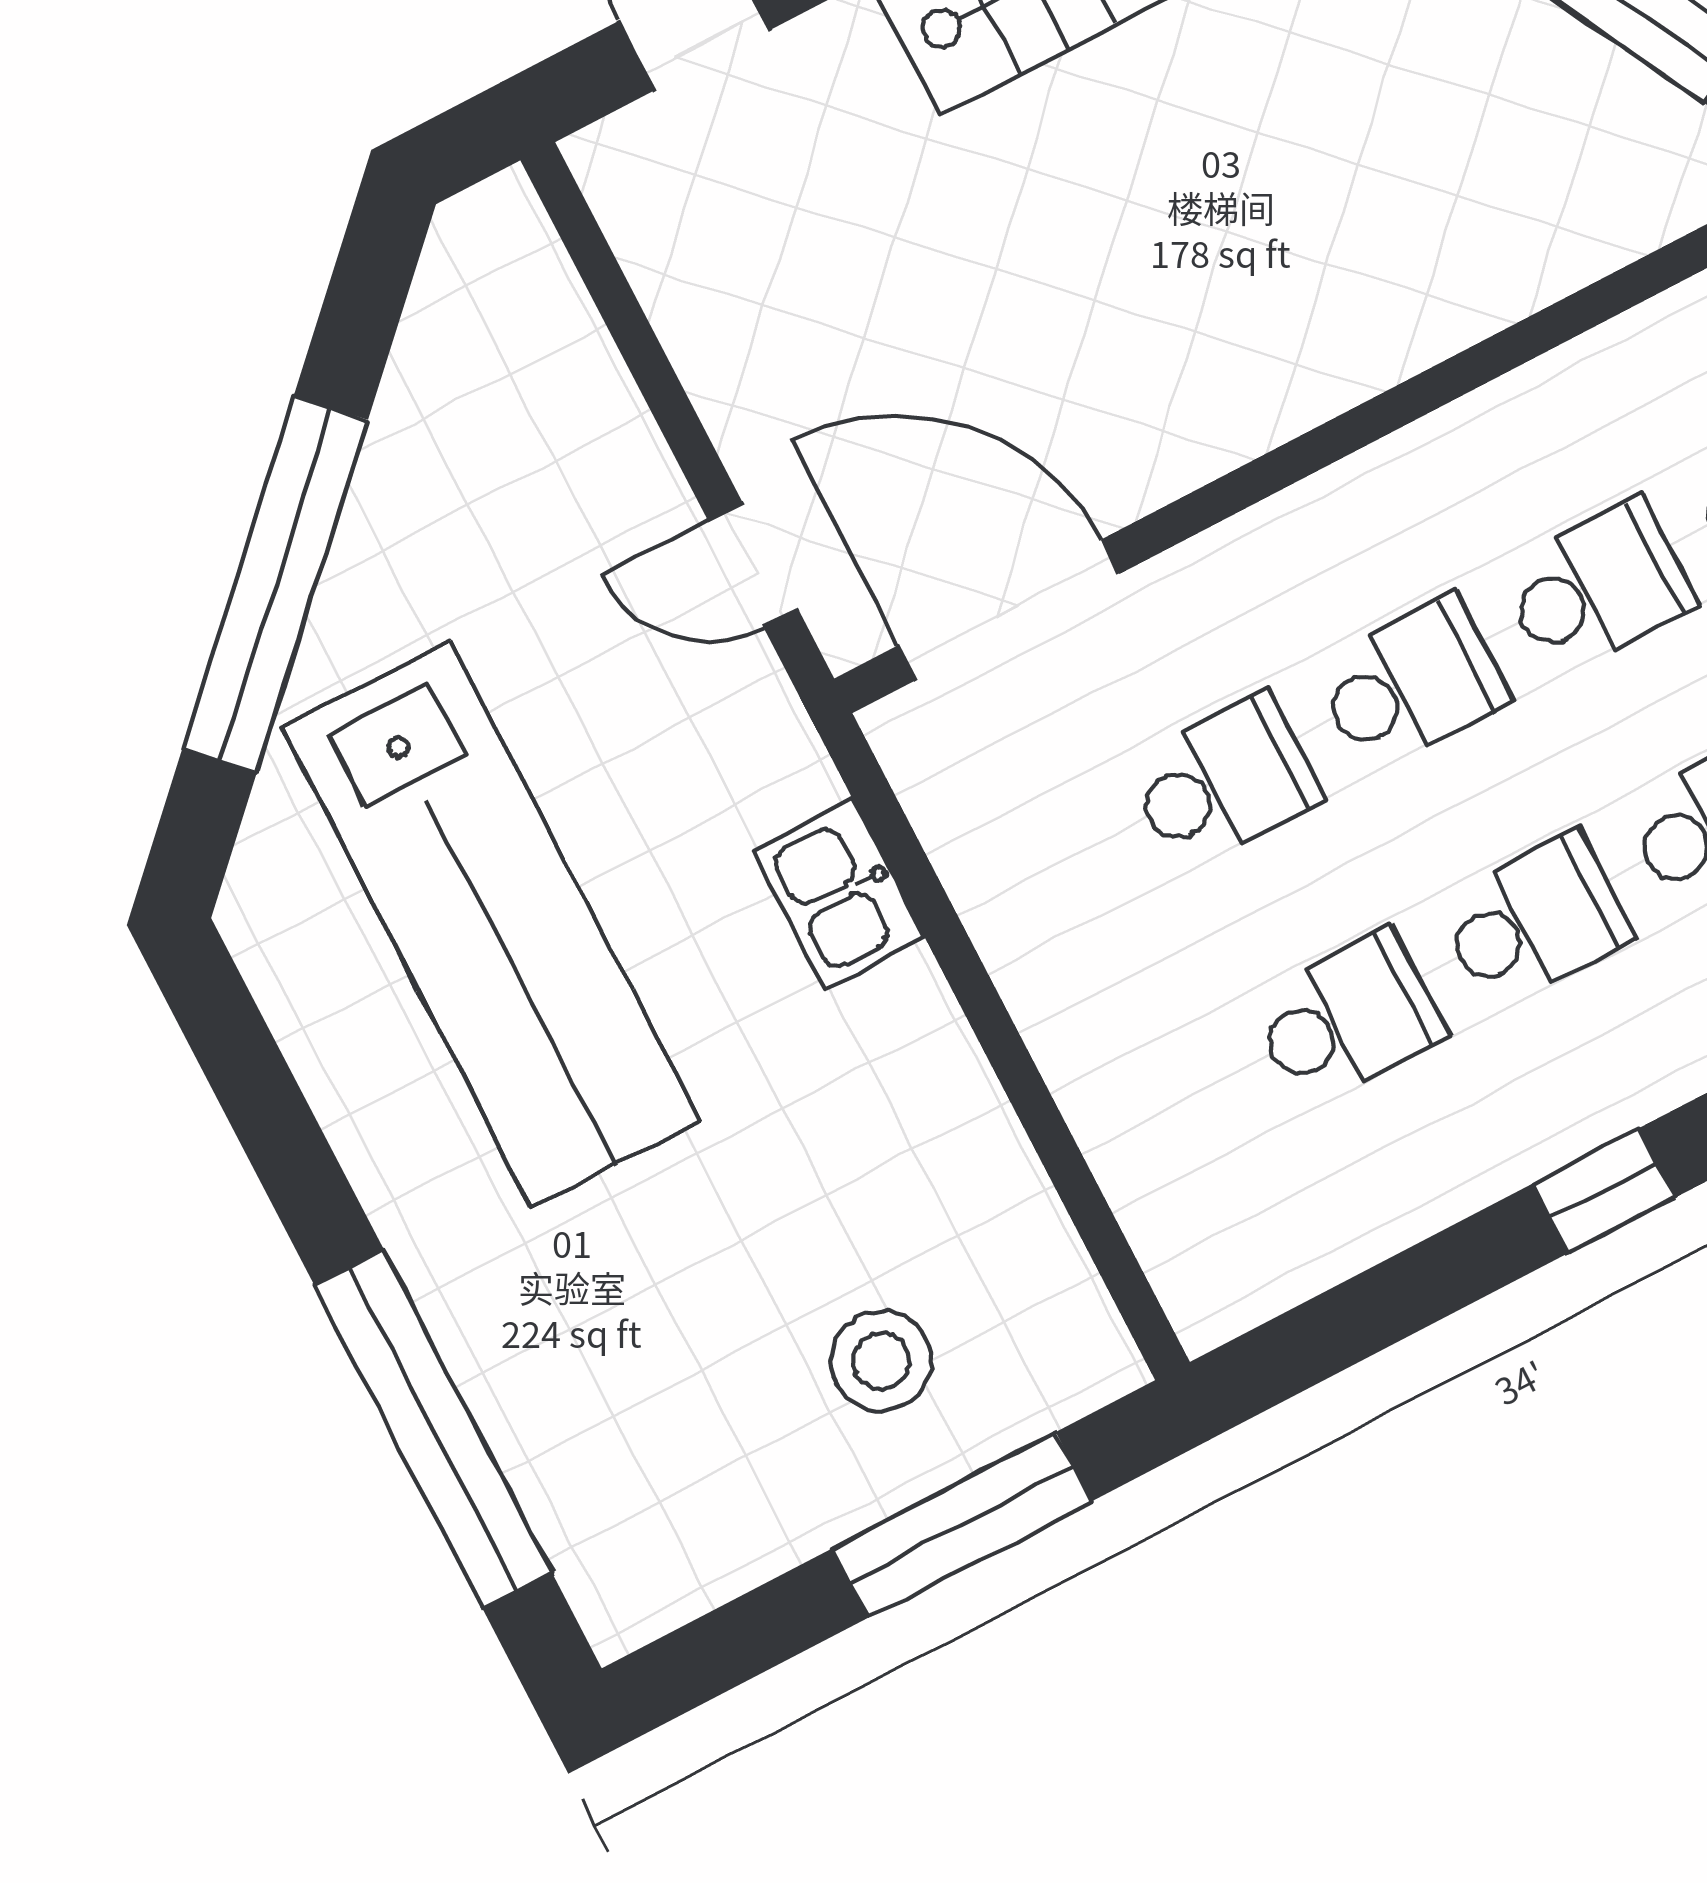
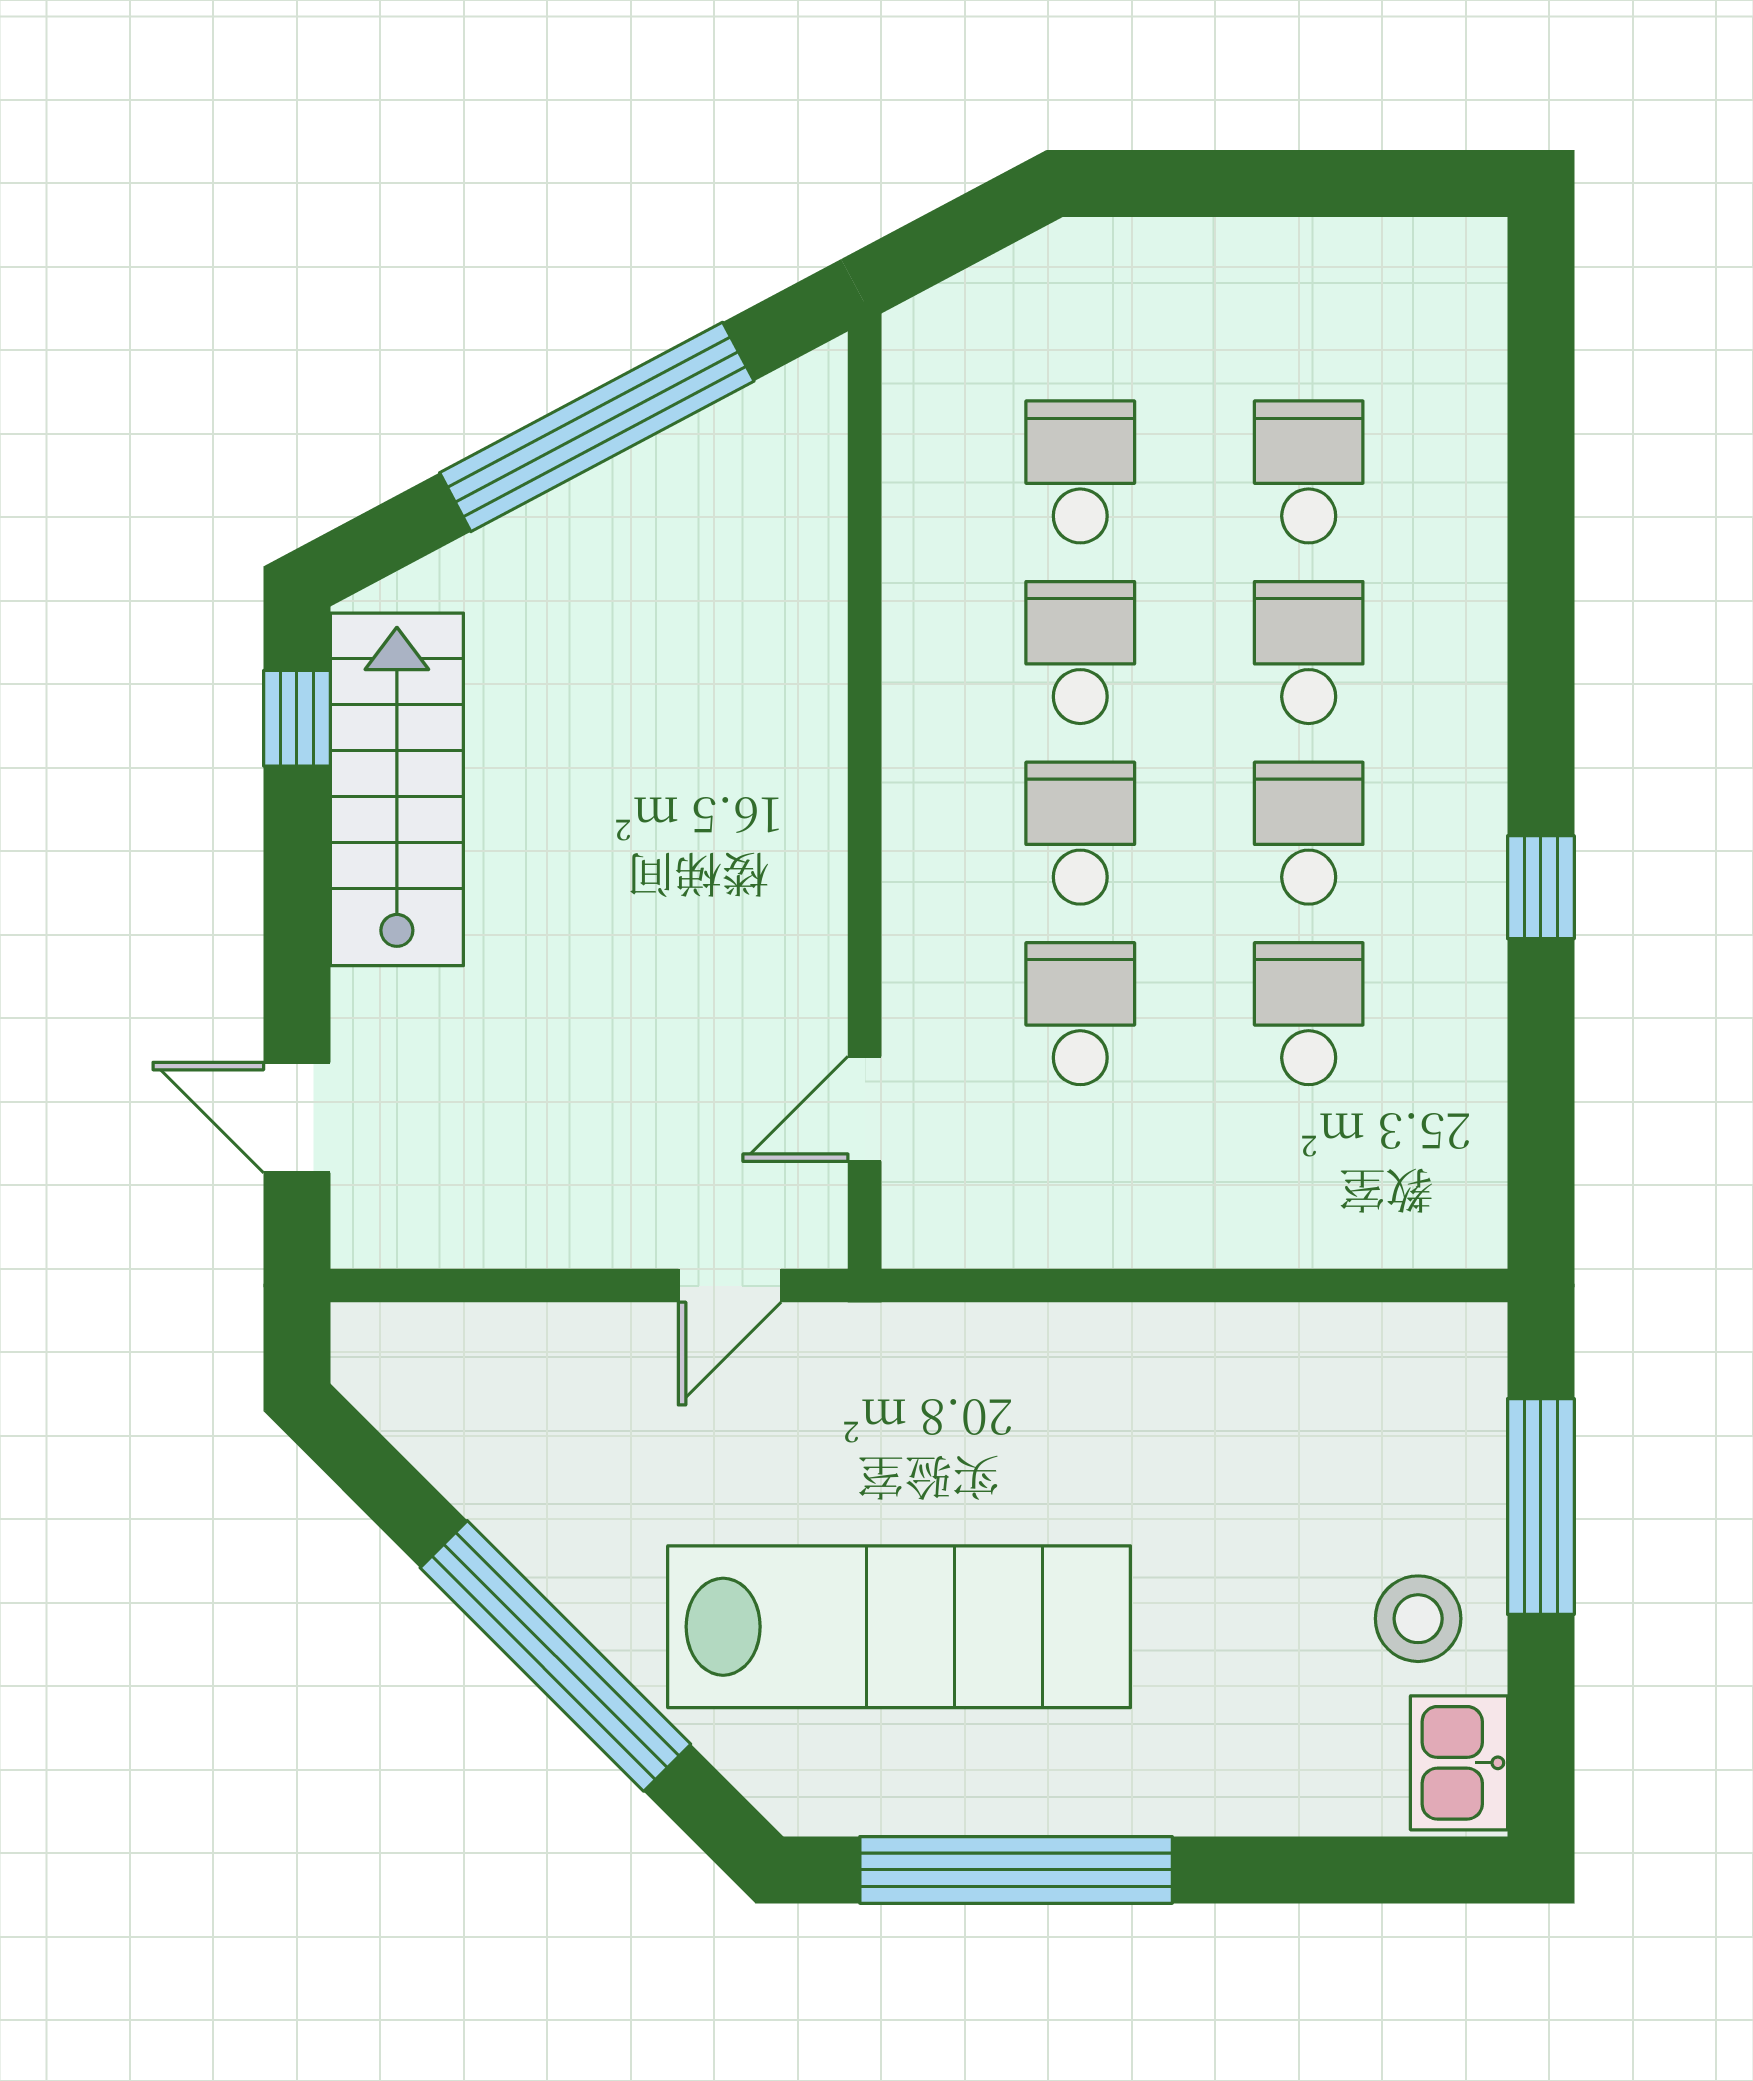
door: (1009, 610) -> (865, 1109), width x0.53
kitchen sink: (839, 895) -> (1459, 1763), moved, turned 90
stool: (881, 1361) -> (1418, 1619), moved
window: (433, 1430) -> (1016, 1870), moved

